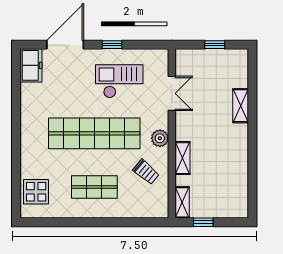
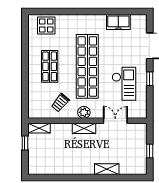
freezer: (31, 65) -> (118, 22), moved
double door: (172, 93) -> (115, 121), swing flipped
shelving: (182, 158) -> (84, 128), moved

